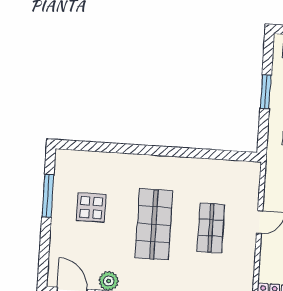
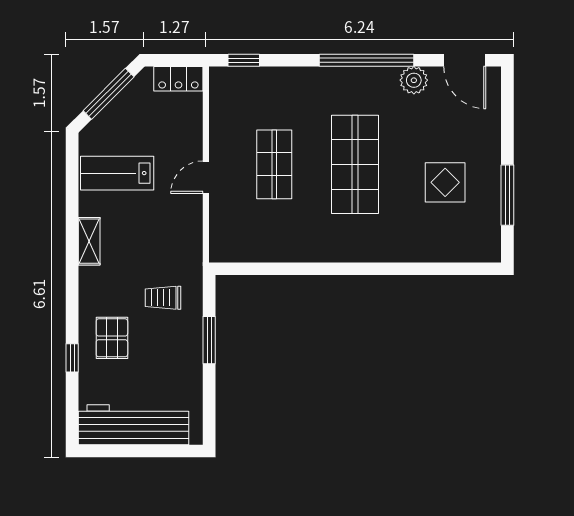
window: (266, 92) -> (209, 340), moved

